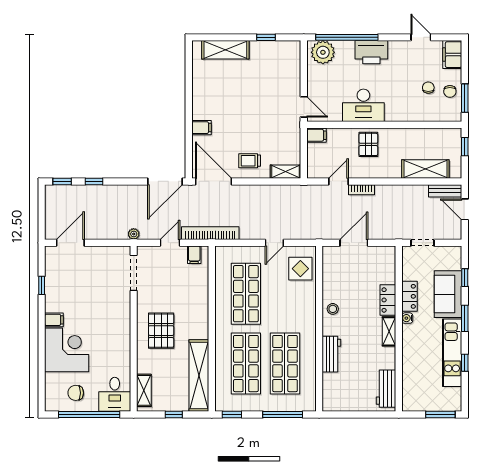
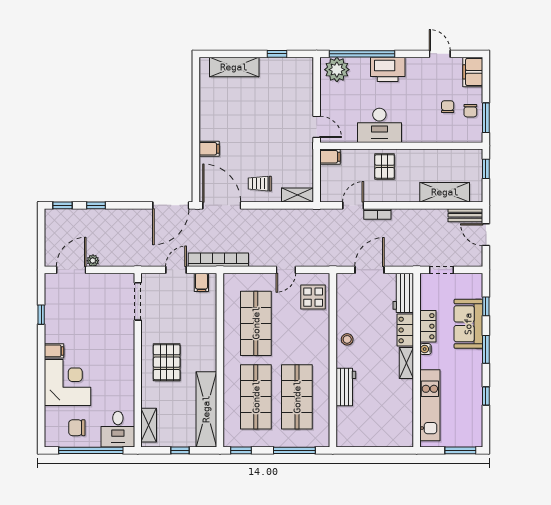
plant: (134, 234) -> (93, 261), moved
kitchen unit: (452, 353) -> (430, 405), moved, turned 180
workbench: (386, 389) -> (403, 293), moved

